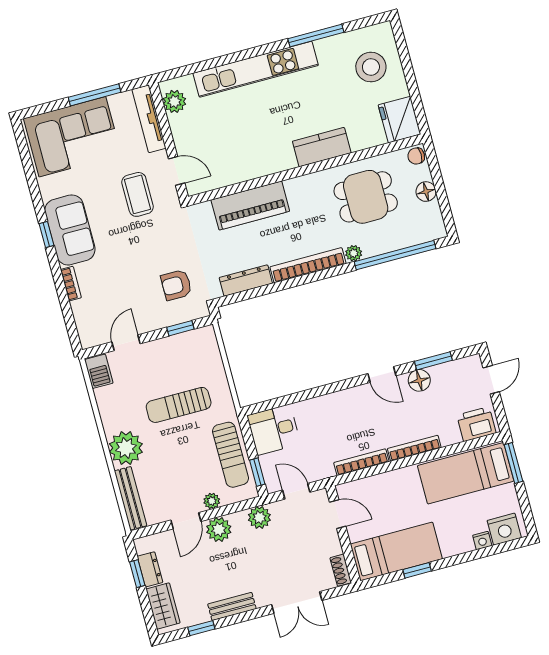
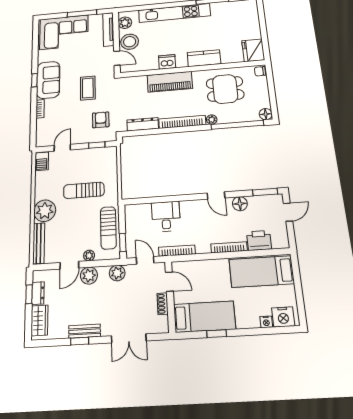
stool: (371, 67) -> (130, 42), moved
dishwasher: (262, 164) -> (167, 62), added
floor lamp: (426, 192) -> (266, 114), moved
coffee table: (138, 194) -> (88, 88), moved
piano: (250, 206) -> (170, 82), moved
armchair: (176, 285) -> (101, 120), turned 90
window: (433, 361) -> (265, 192), moved
printer: (476, 424) -> (259, 240), moved
desk: (274, 430) -> (166, 216), moved, turned 90
bookcase: (361, 462) -> (177, 251), moved
window: (514, 463) -> (296, 271), removed
shoe rack: (341, 570) -> (163, 304), moved
window: (201, 628) -> (80, 341), moved

